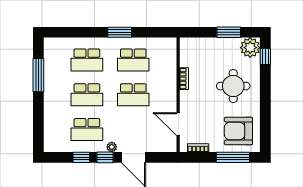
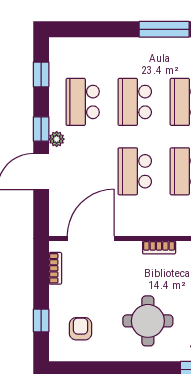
door: (178, 124) -> (91, 238), width x1.36
armchair: (238, 131) -> (81, 329), width x0.53, depth x0.53
window: (81, 157) -> (41, 74), moved
window: (233, 157) -> (41, 320), width x0.46

